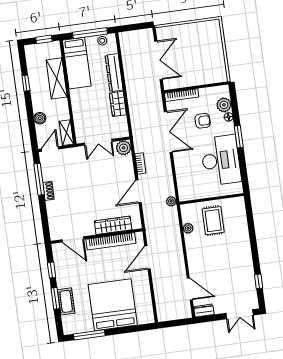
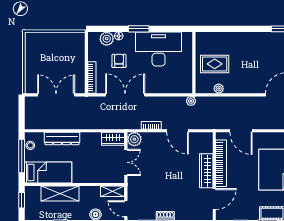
wardrobe: (118, 104) -> (113, 139), moved
wardrobe: (113, 225) -> (206, 171), moved

